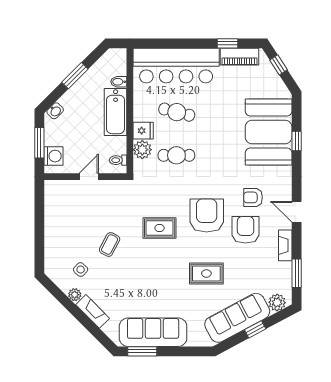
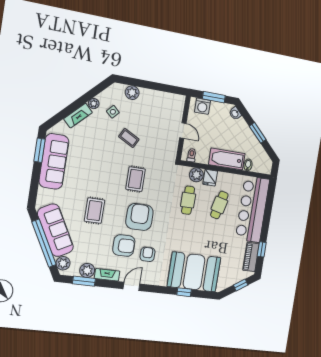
armchair: (207, 215) -> (139, 217), turned -90
plant: (53, 249) -> (132, 93), added
plant: (283, 271) -> (87, 270), added
window: (255, 329) -> (44, 243), width x3.17

